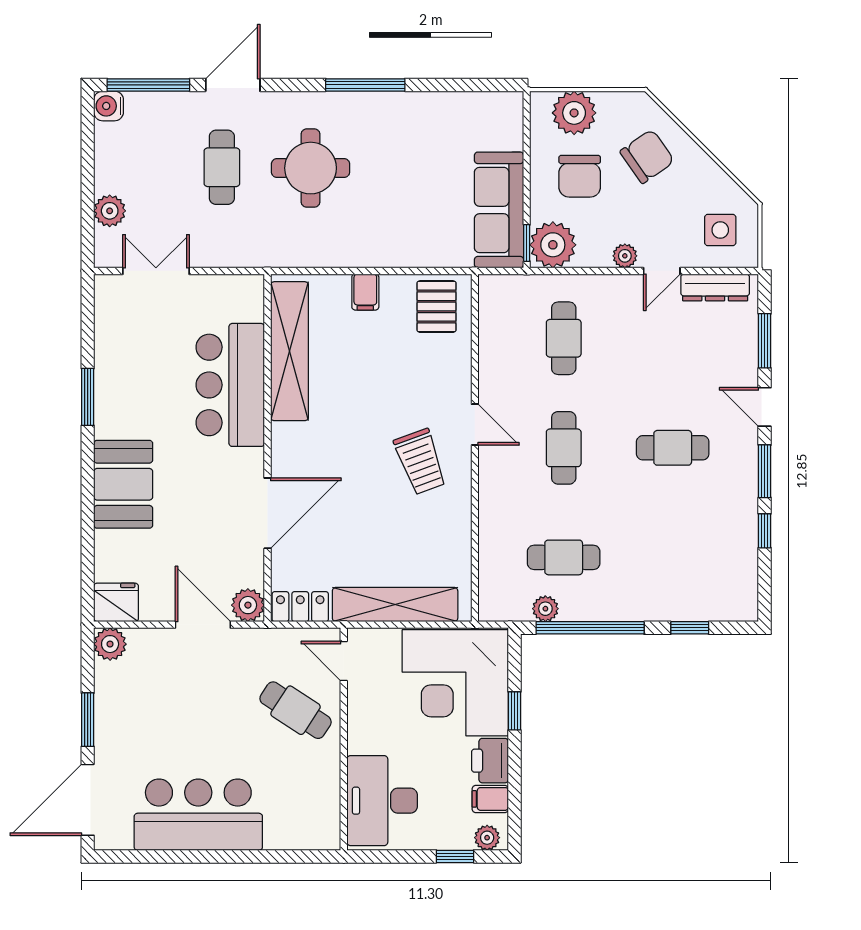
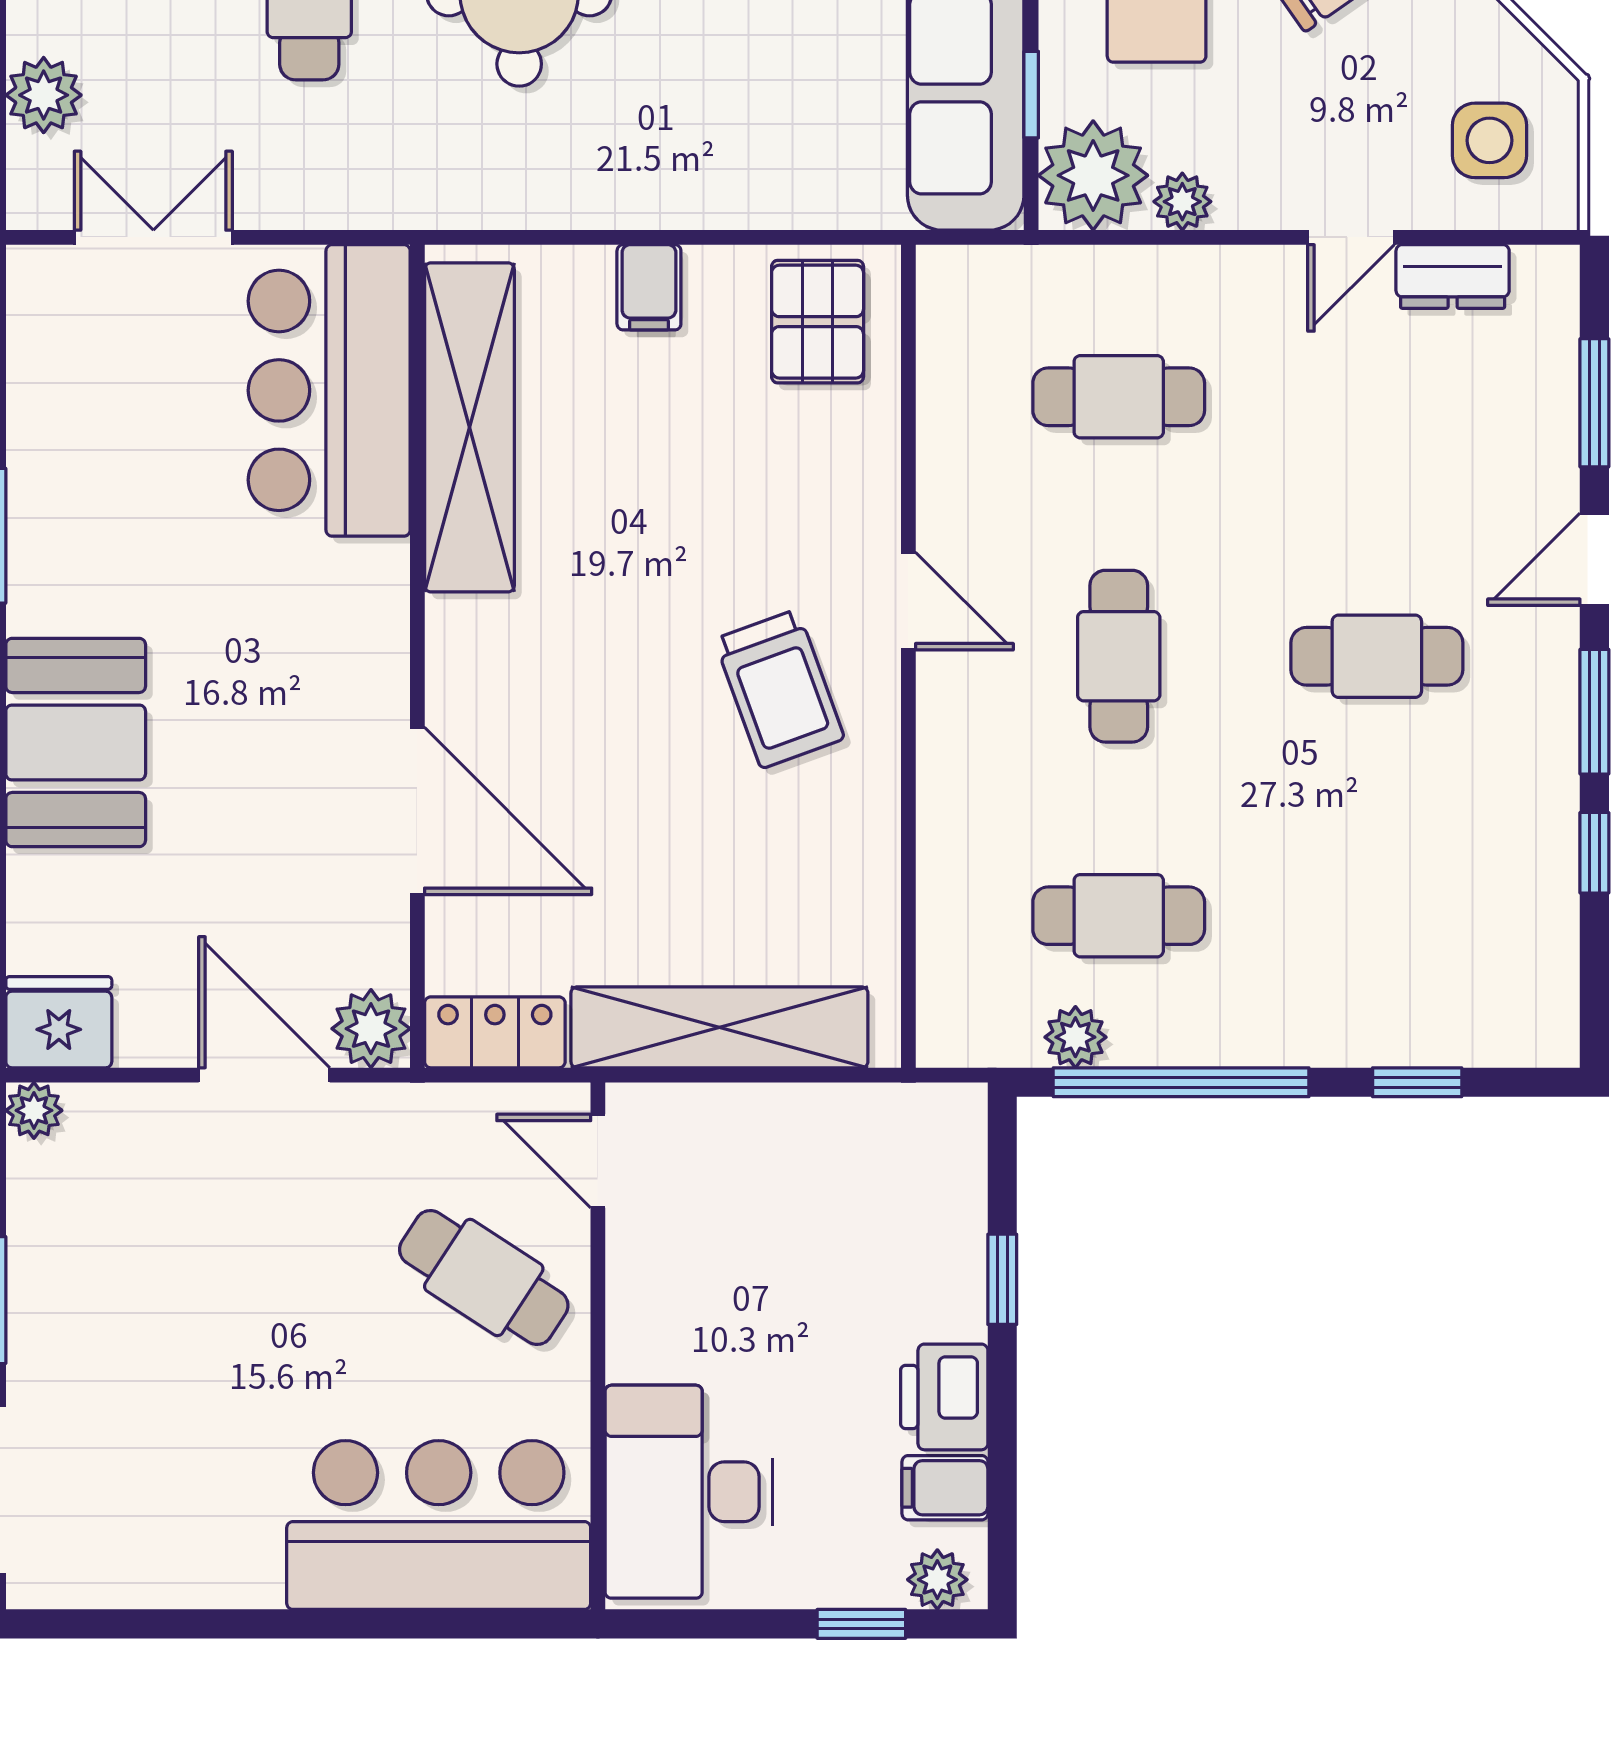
window: (527, 243) -> (1031, 95), moved
plant: (625, 256) -> (1182, 202), moved
dresser: (715, 287) -> (1453, 276), width x0.70
cafe table: (564, 338) -> (1119, 397), turned 90
bar counter: (230, 385) -> (329, 390), moved
door: (765, 407) -> (1594, 559), hinge flipped
door: (268, 513) -> (417, 811), hinge flipped
plant: (110, 644) -> (34, 1110), width x0.73, depth x0.73
corner desk: (455, 683) -> (862, 1213), removed
bar counter: (198, 815) -> (439, 1525), moved

